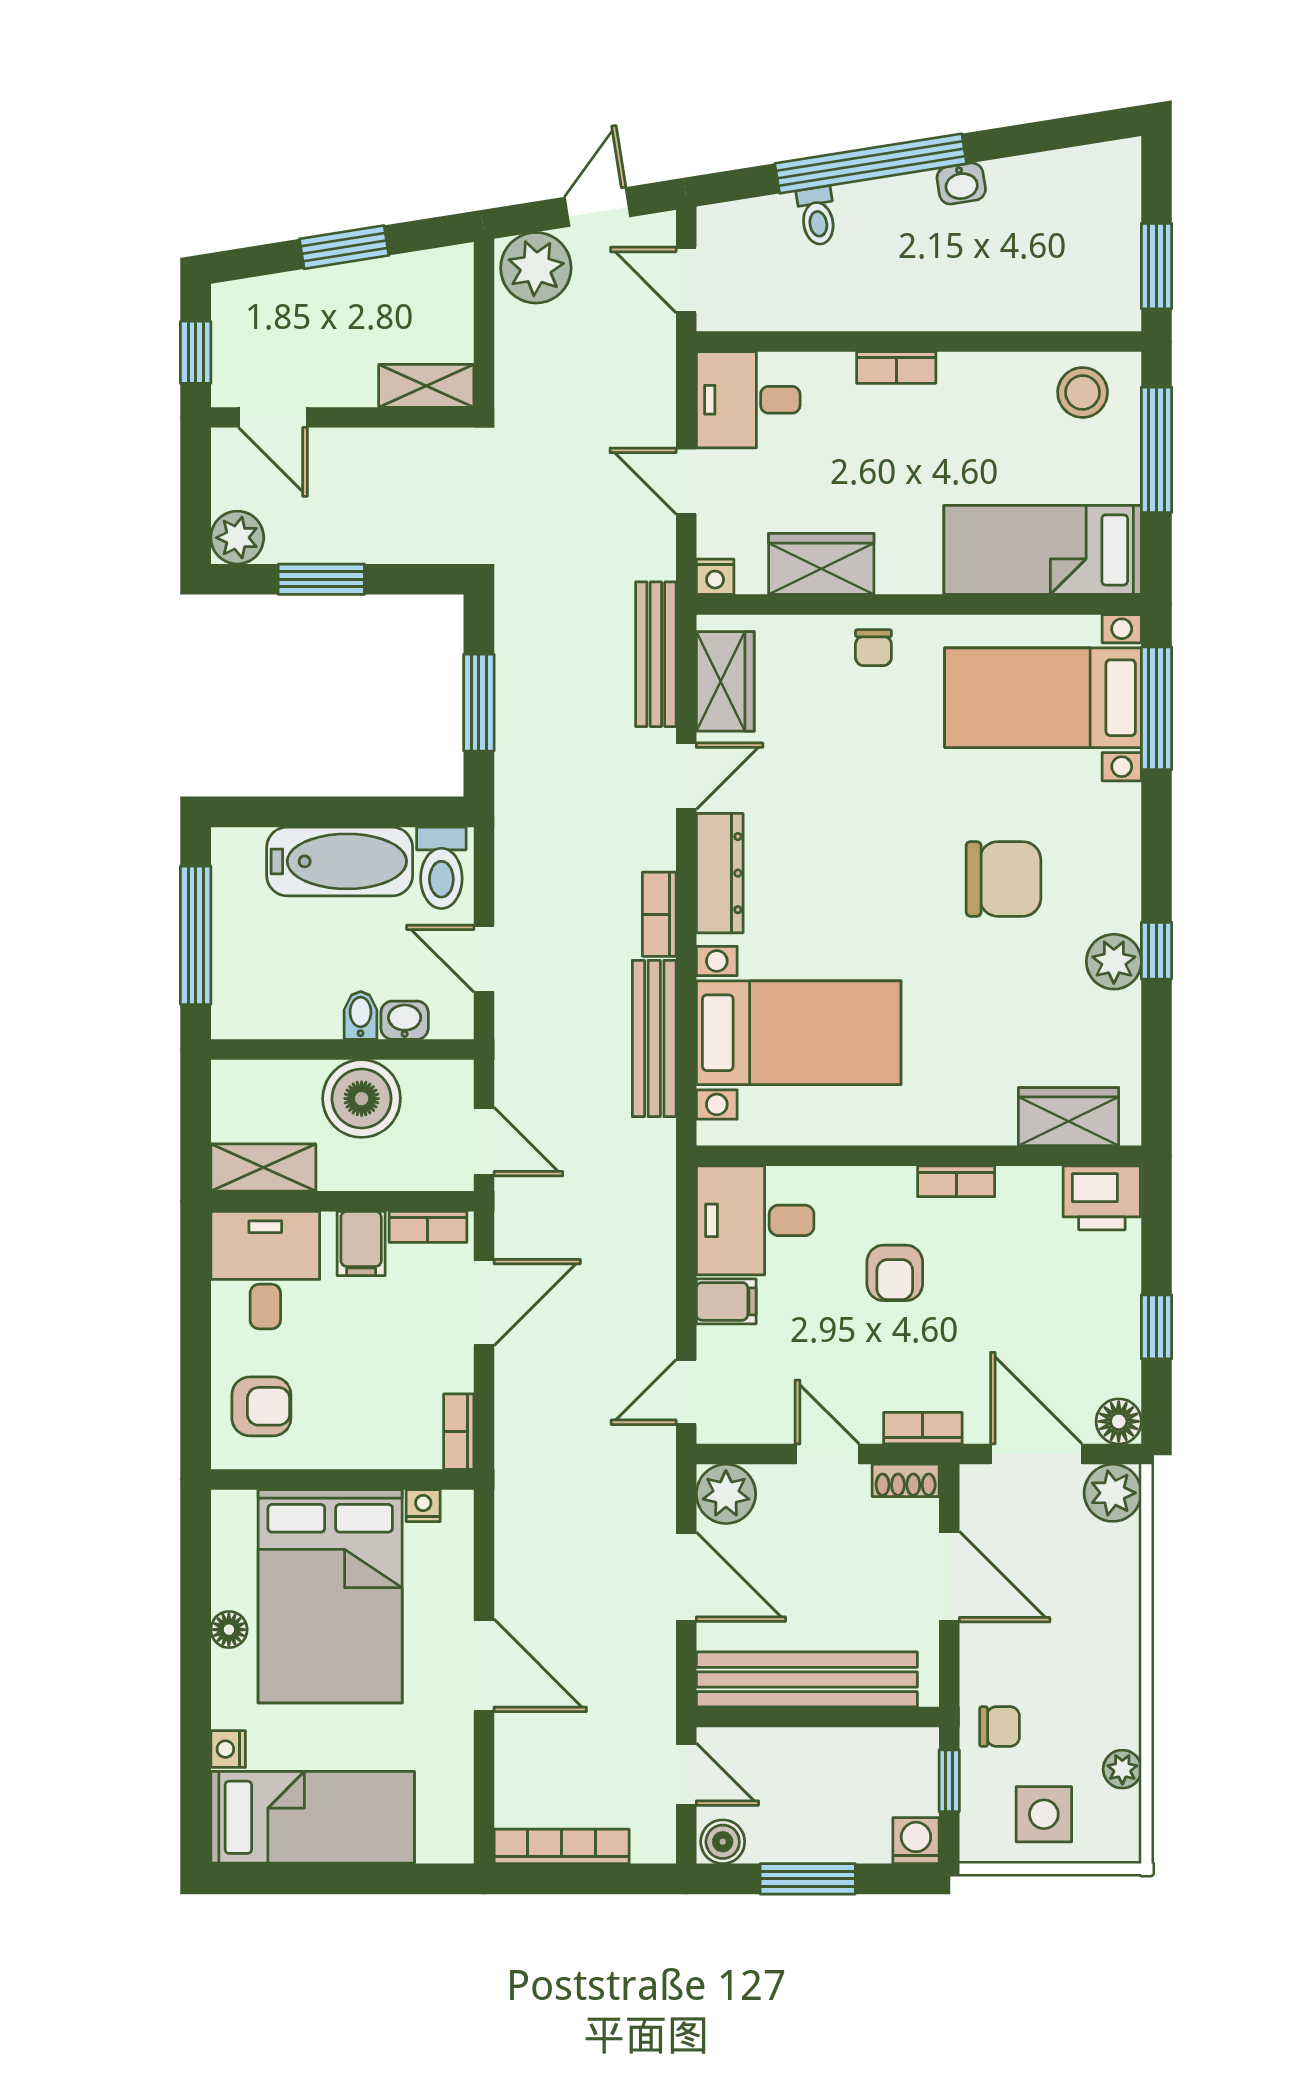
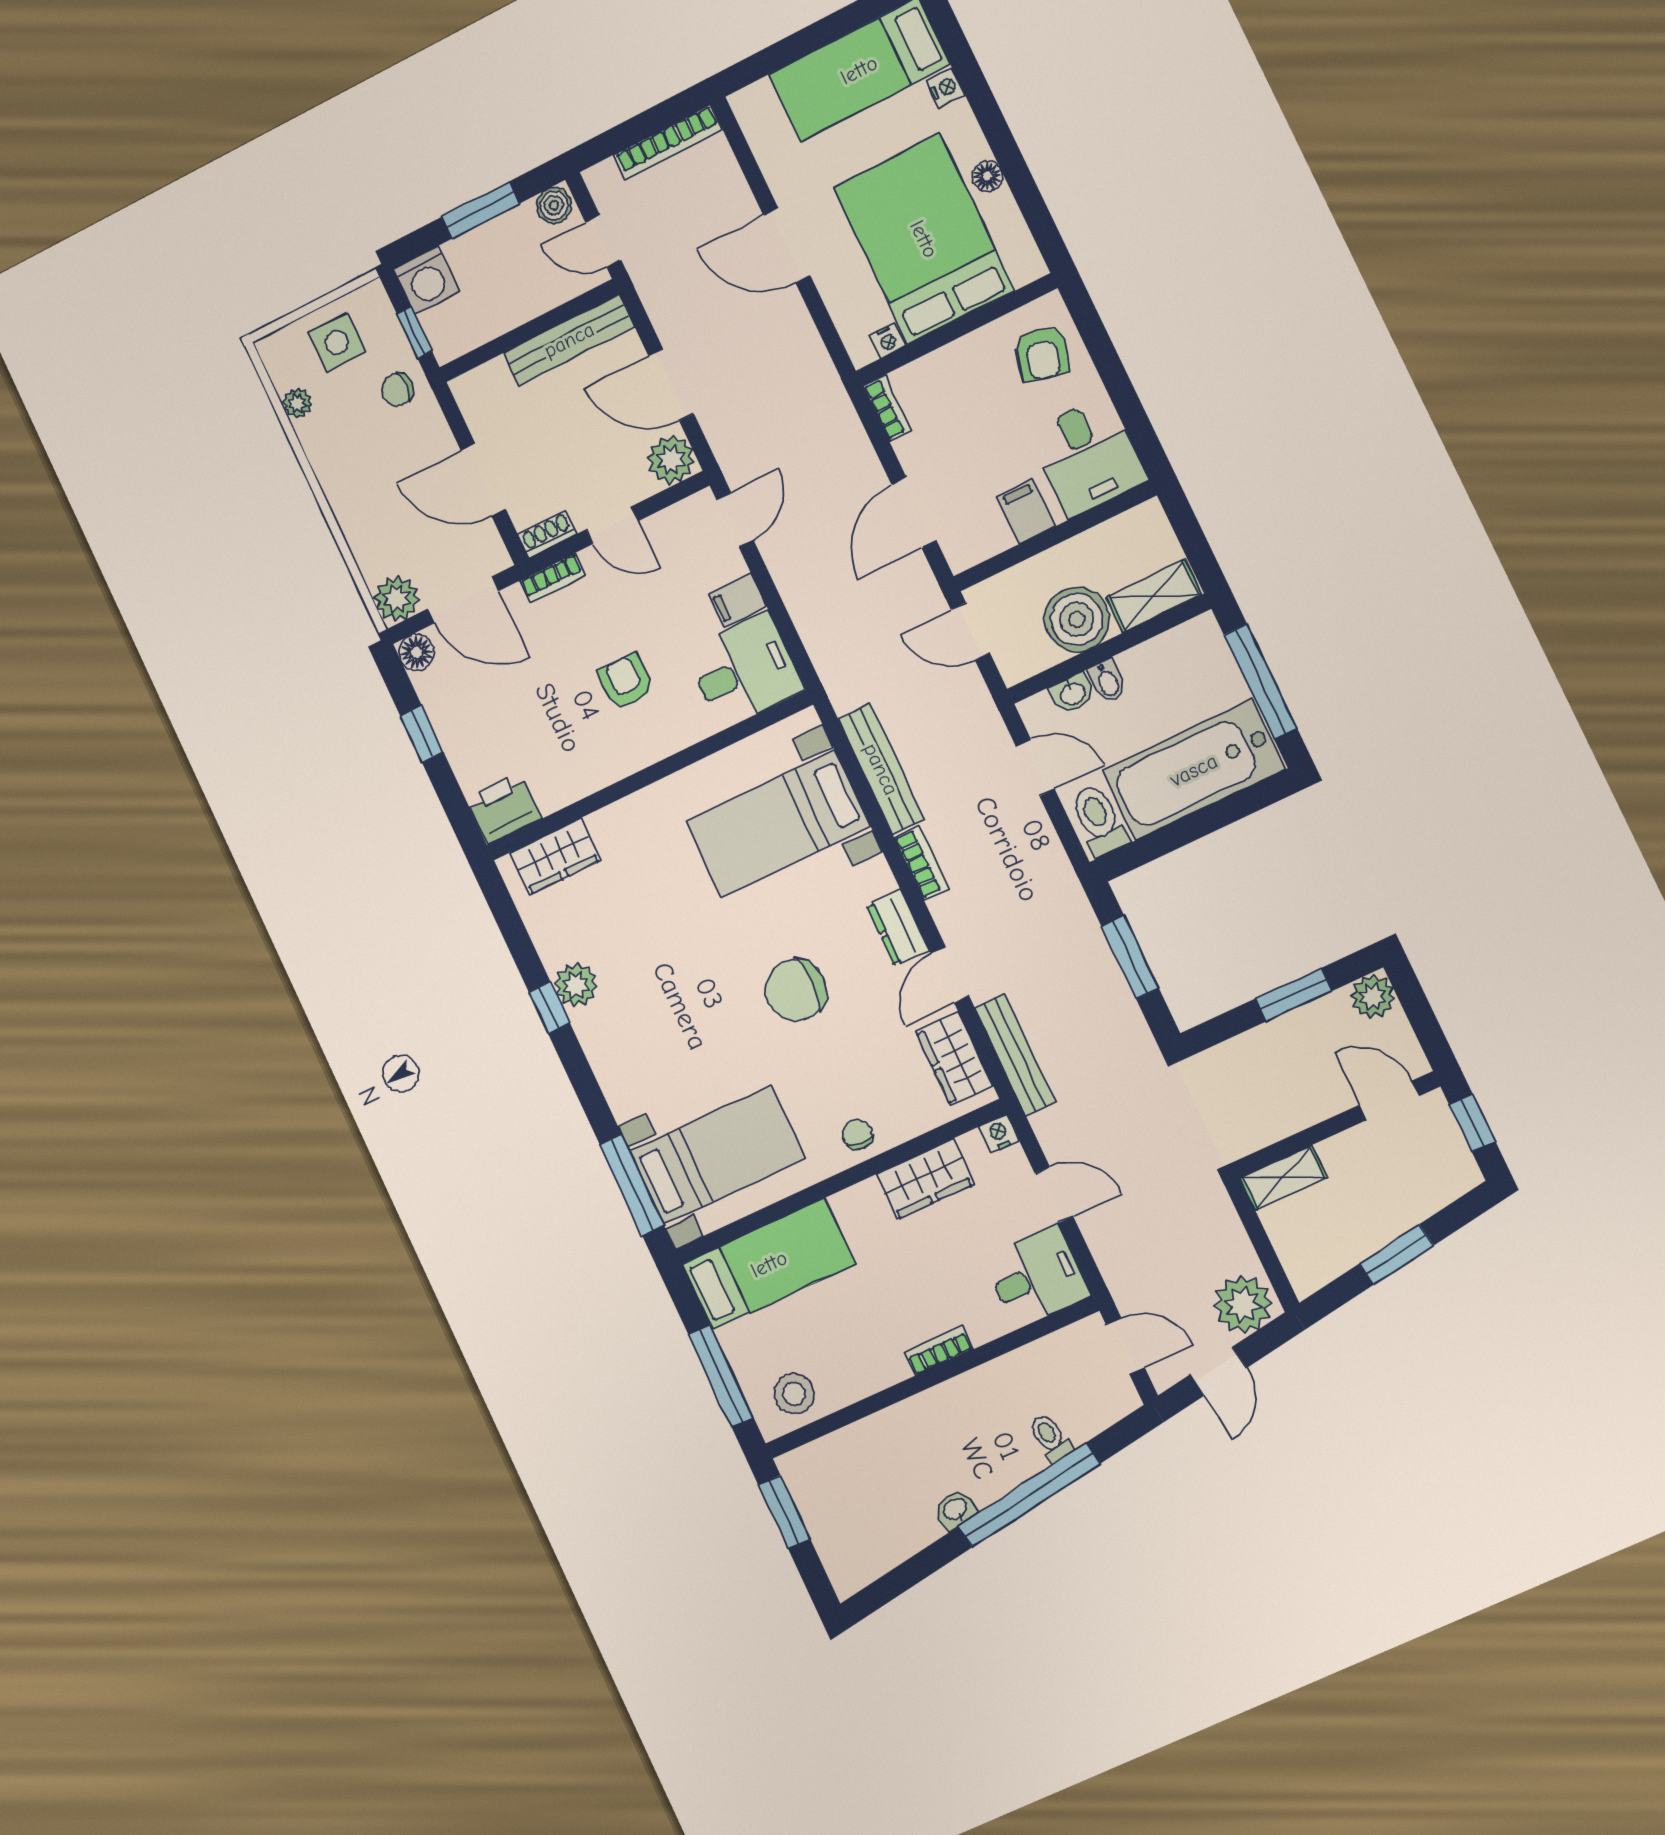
bathtub: (340, 861) -> (1194, 770), width x1.36, depth x1.36
dresser: (720, 873) -> (898, 928), width x0.70
chair: (1003, 879) -> (796, 990), moved
shelving: (263, 1168) -> (1154, 596), moved
bookcase: (956, 1181) -> (613, 770), removed
bookcase: (428, 1227) -> (982, 548), removed
armchair: (261, 1406) -> (1042, 354), turned -76
bench: (807, 1679) -> (569, 340), width x0.73, depth x0.82
washing machine: (916, 1841) -> (427, 280), width x1.38, depth x1.38

